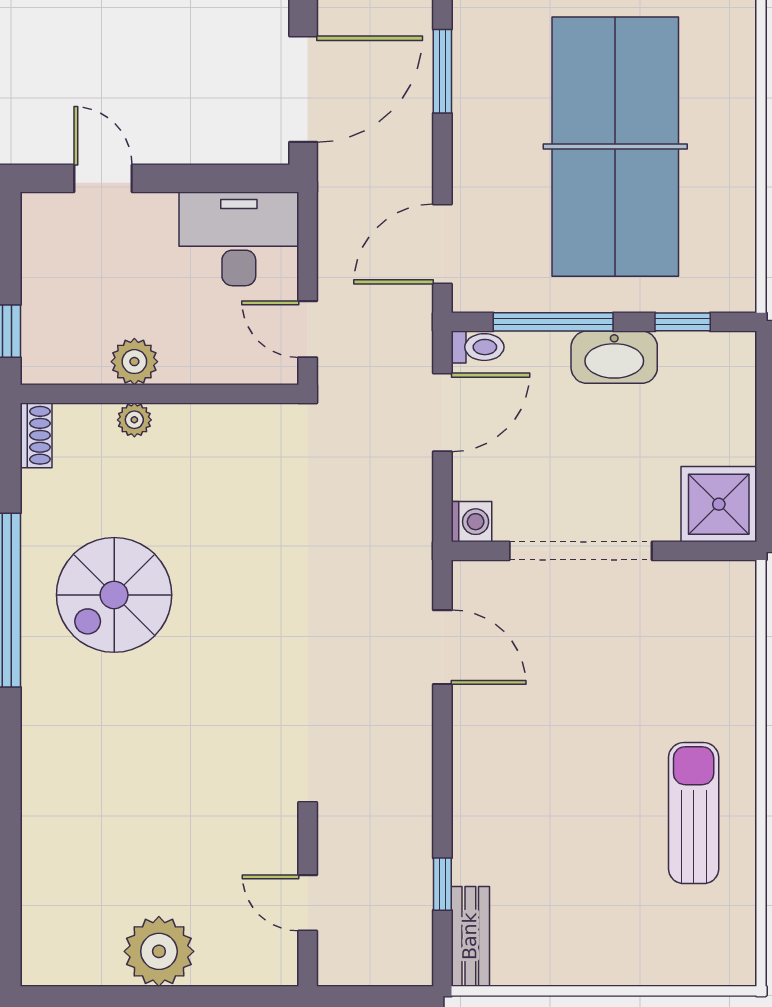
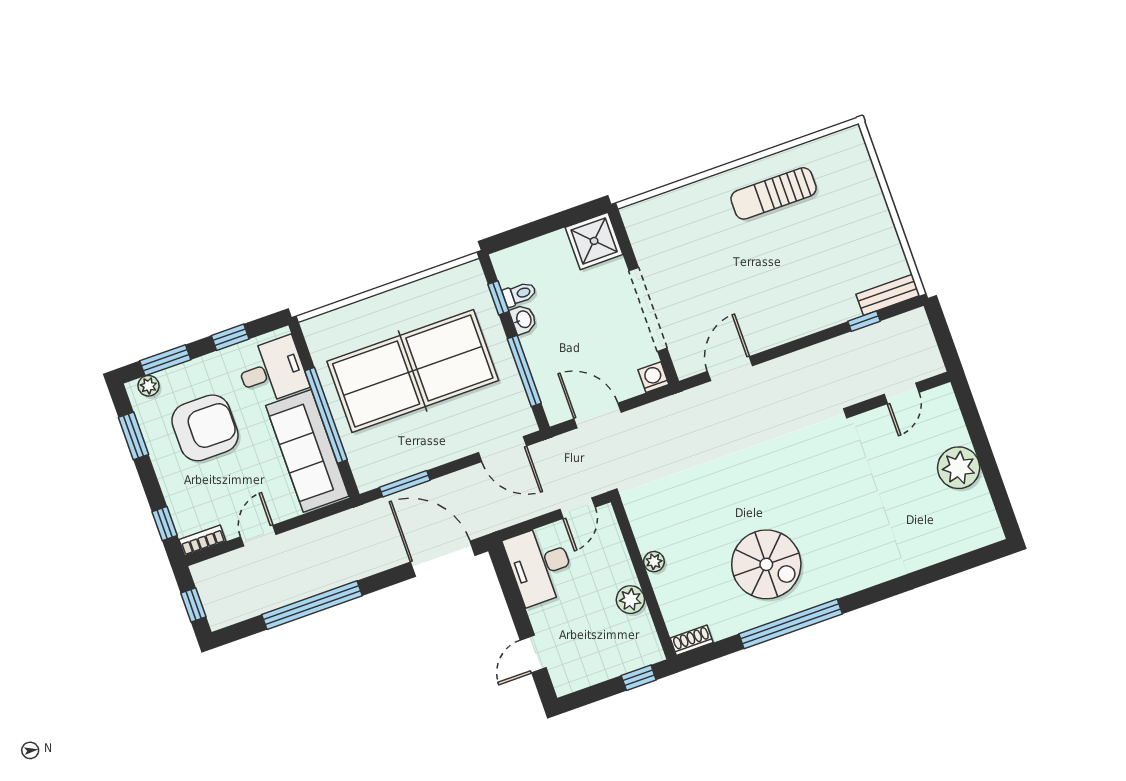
toilet: (478, 347) -> (519, 294), moved, turned 90
washbasin: (614, 357) -> (523, 319), width x0.52, depth x0.69
plant: (134, 420) -> (654, 562), moved

